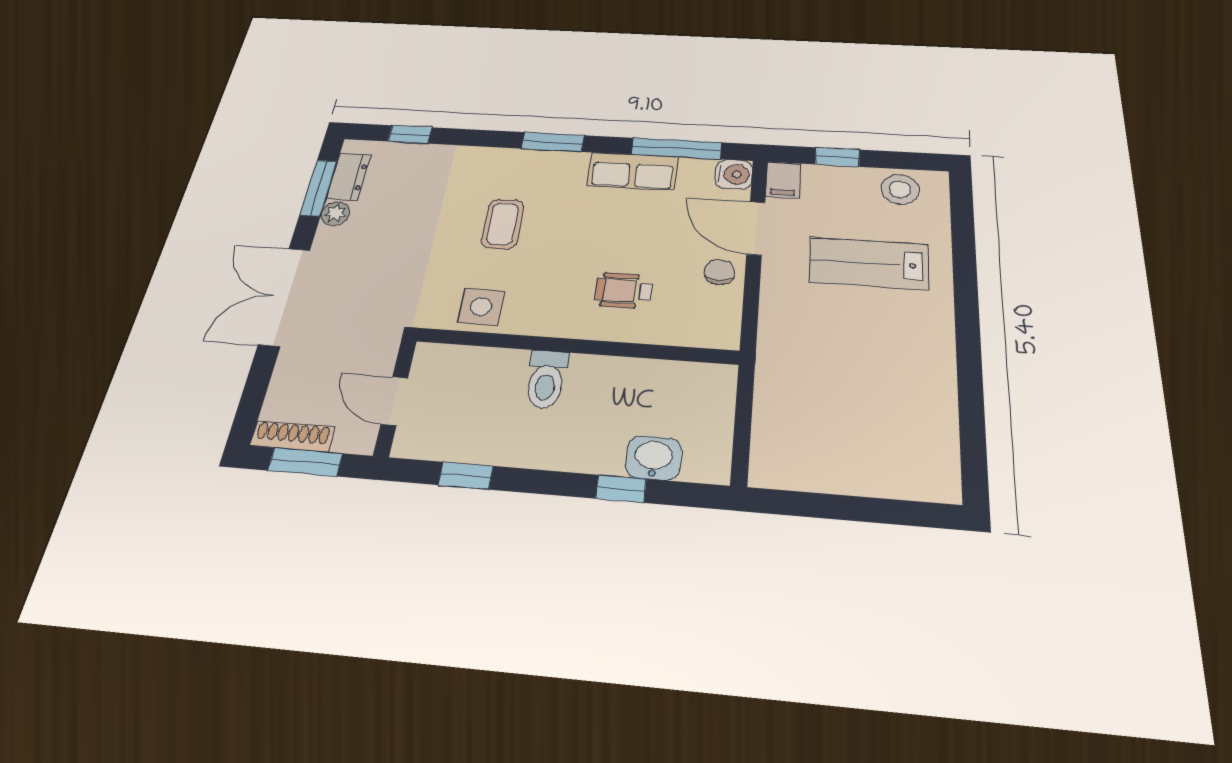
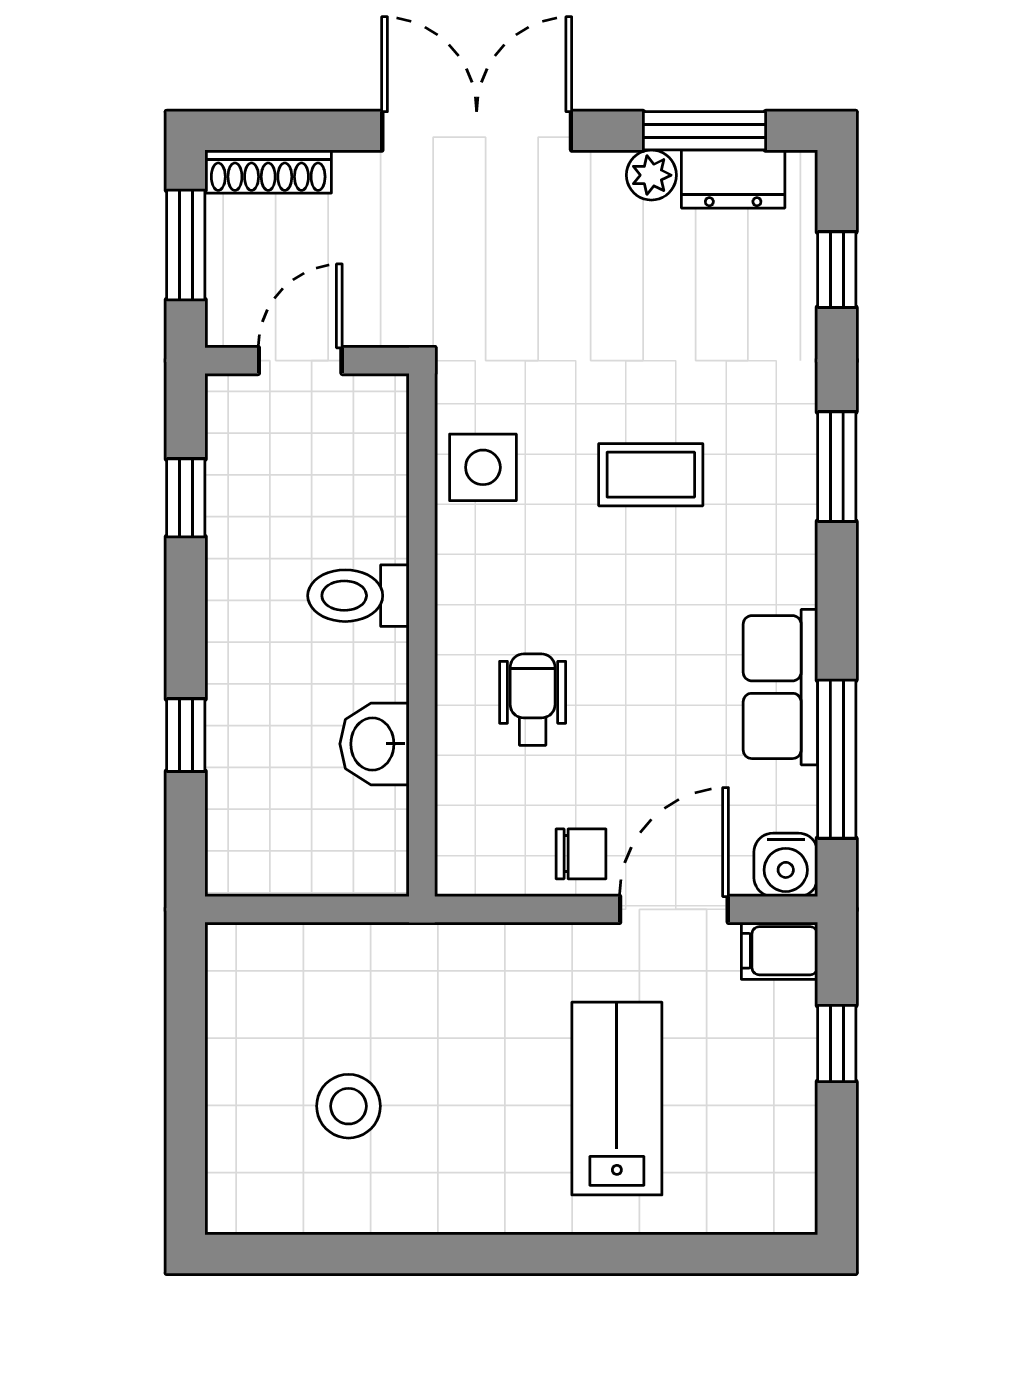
window: (553, 142) -> (837, 467), moved
stool: (900, 189) -> (349, 1106), moved
shoe rack: (292, 436) -> (268, 172), moved, turned 90
washbasin: (653, 458) -> (374, 744), moved, turned 180

